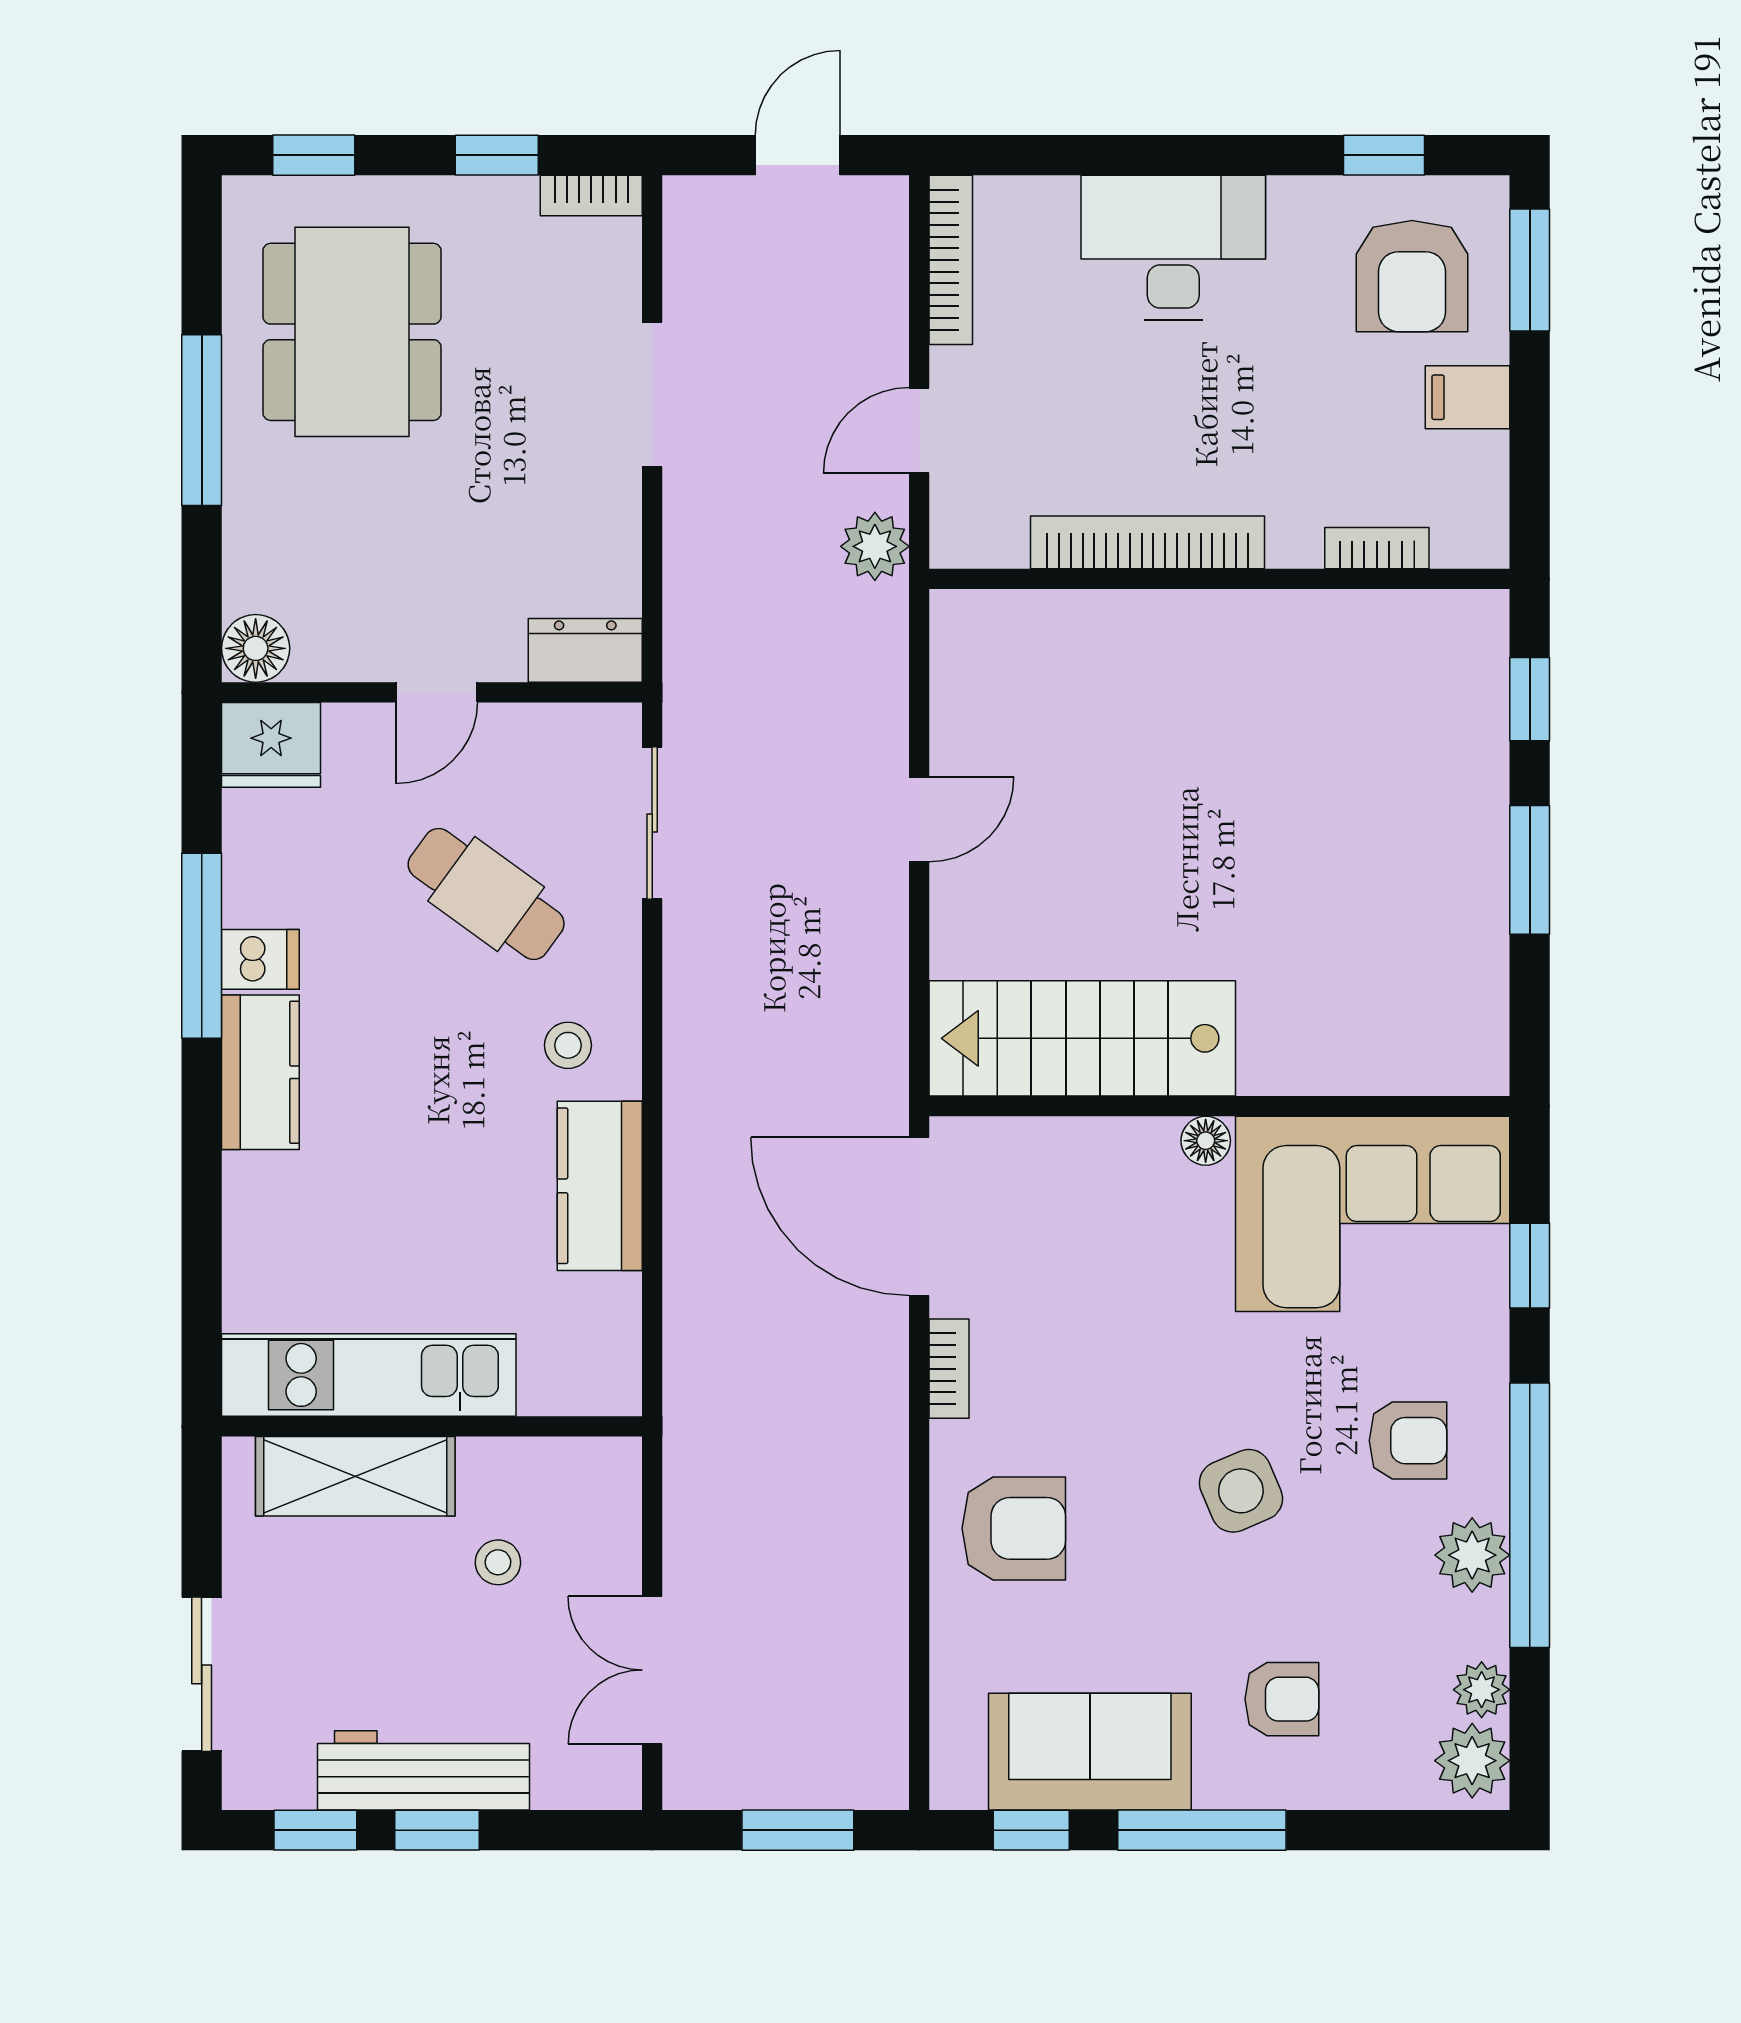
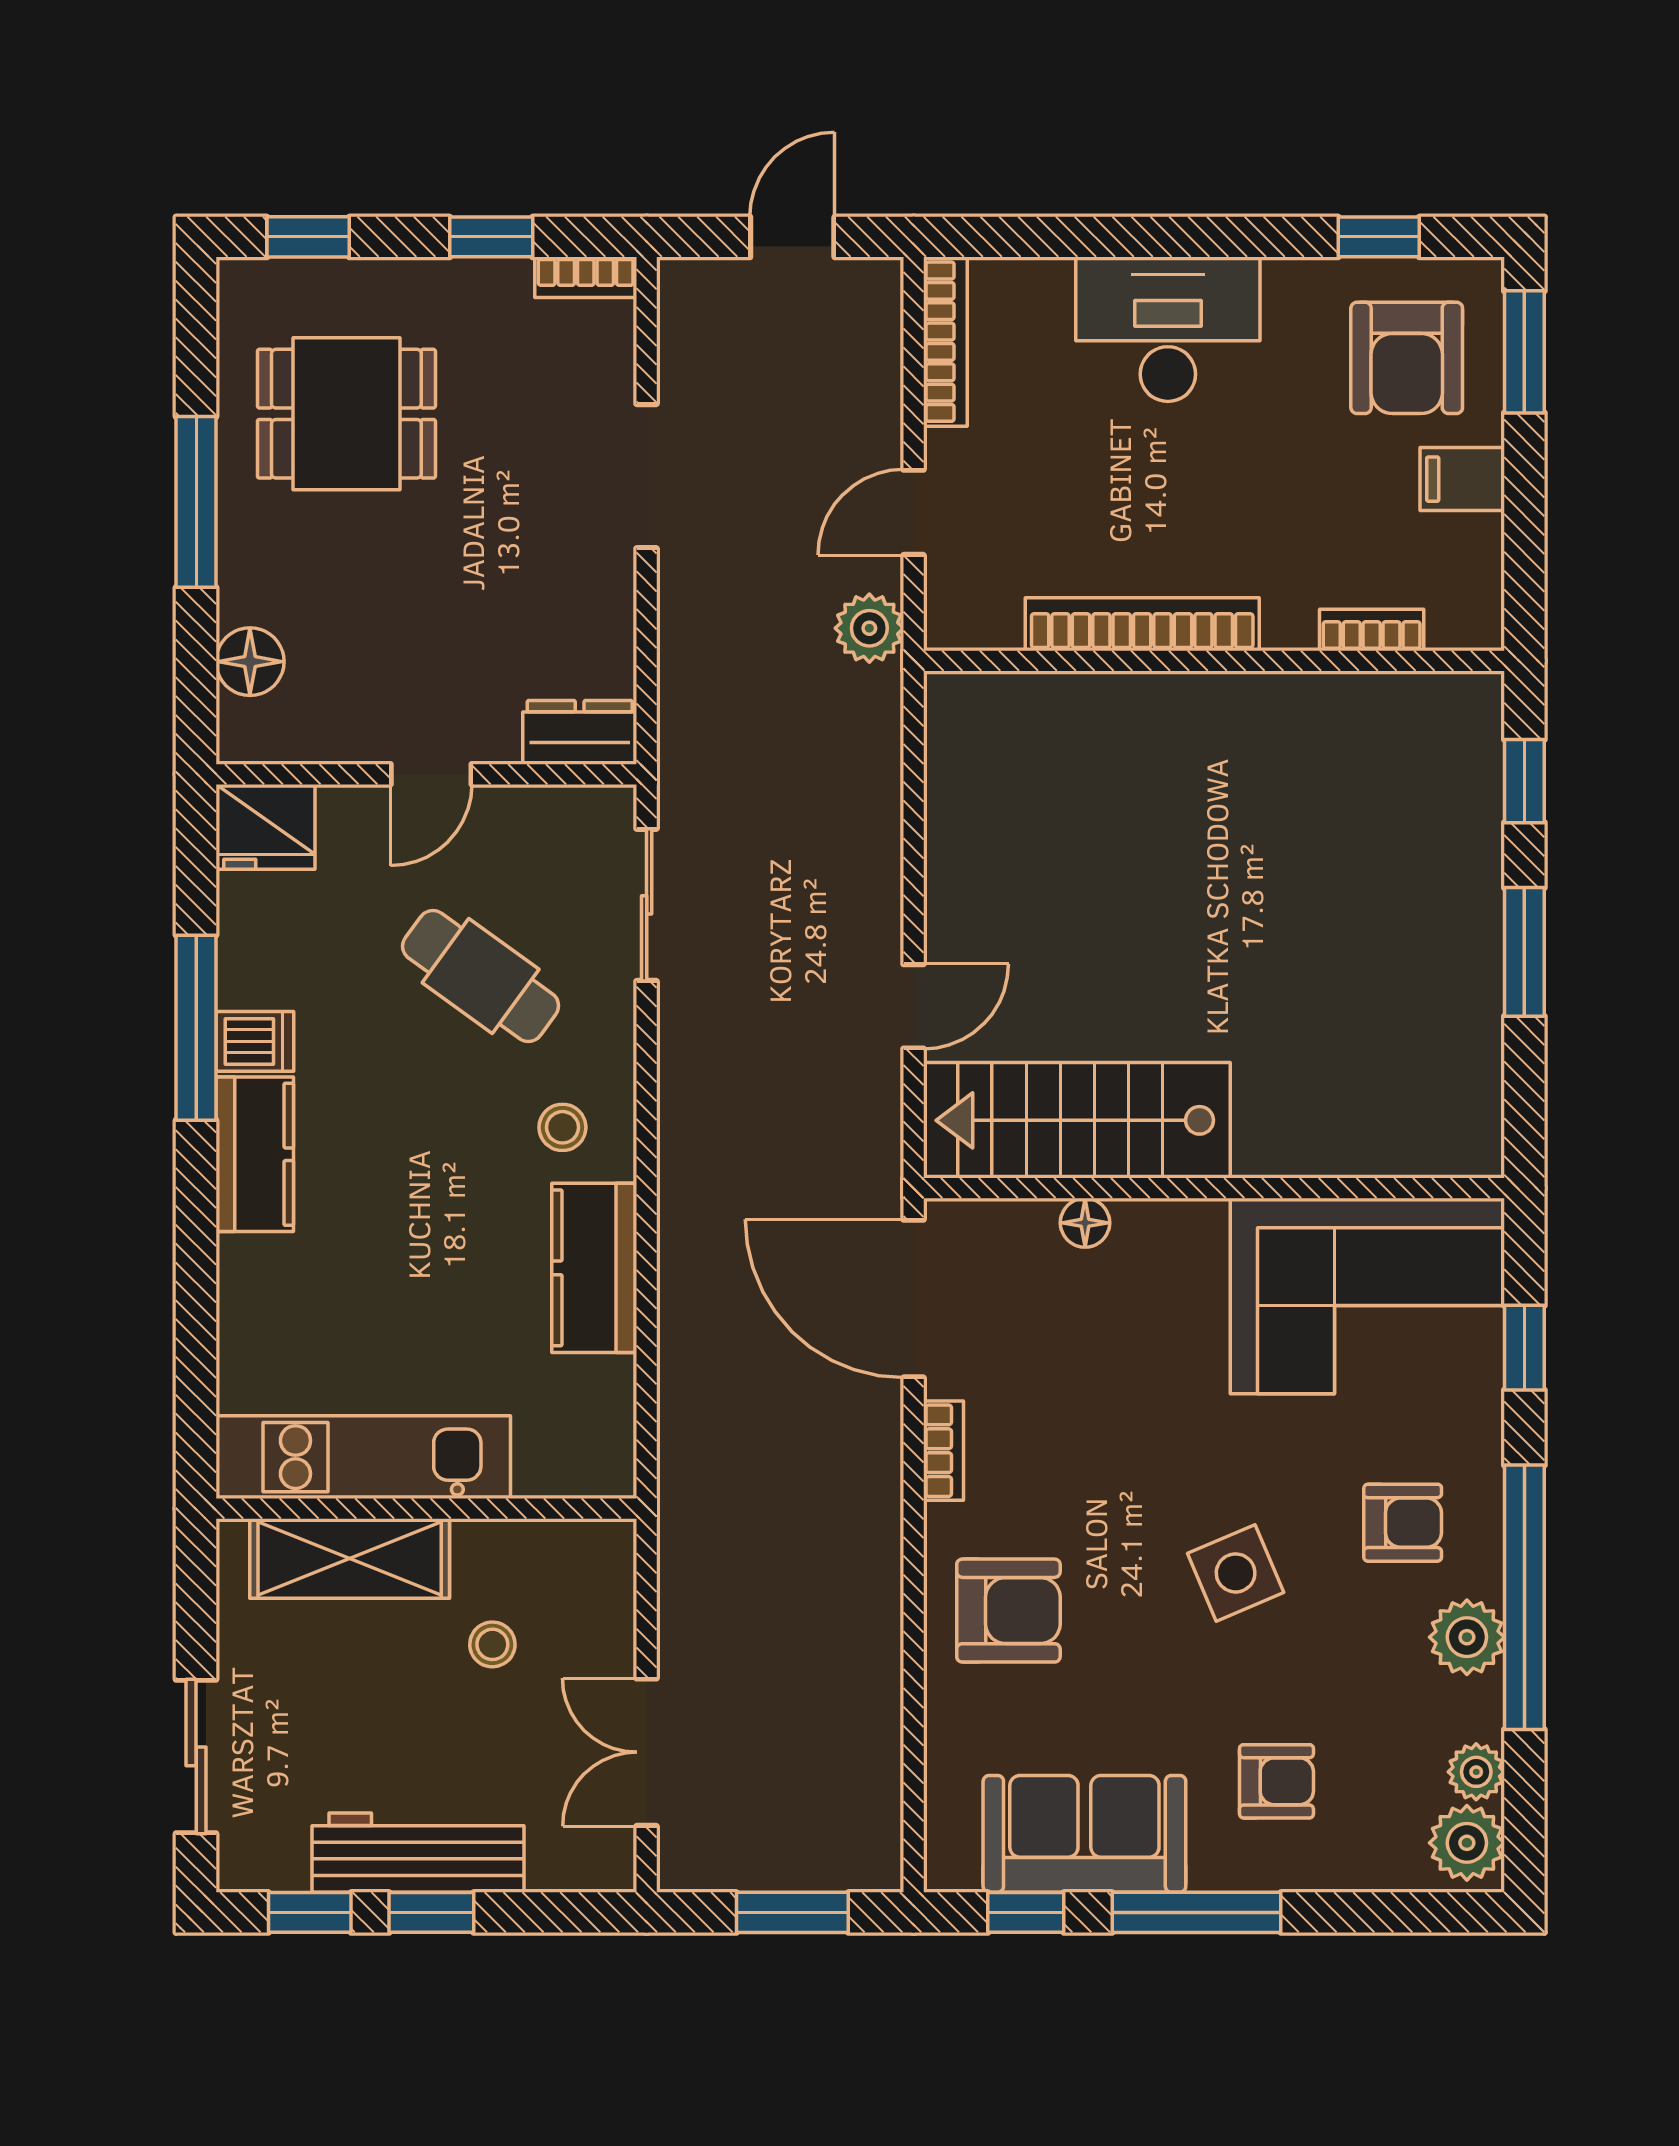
dining table: (352, 332) -> (346, 414), width x0.73
floor lamp: (256, 648) -> (250, 662), moved
door: (919, 819) -> (914, 1006), moved
floor lamp: (1206, 1141) -> (1085, 1223), moved

